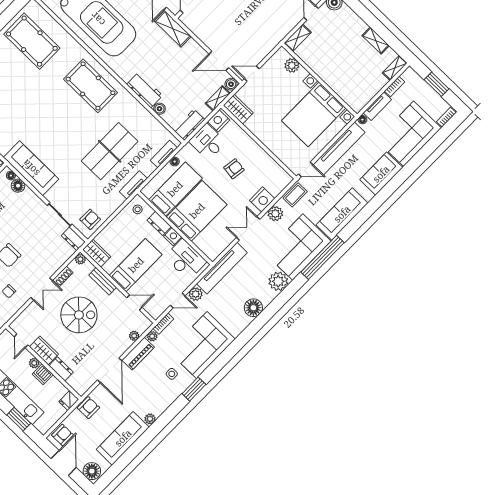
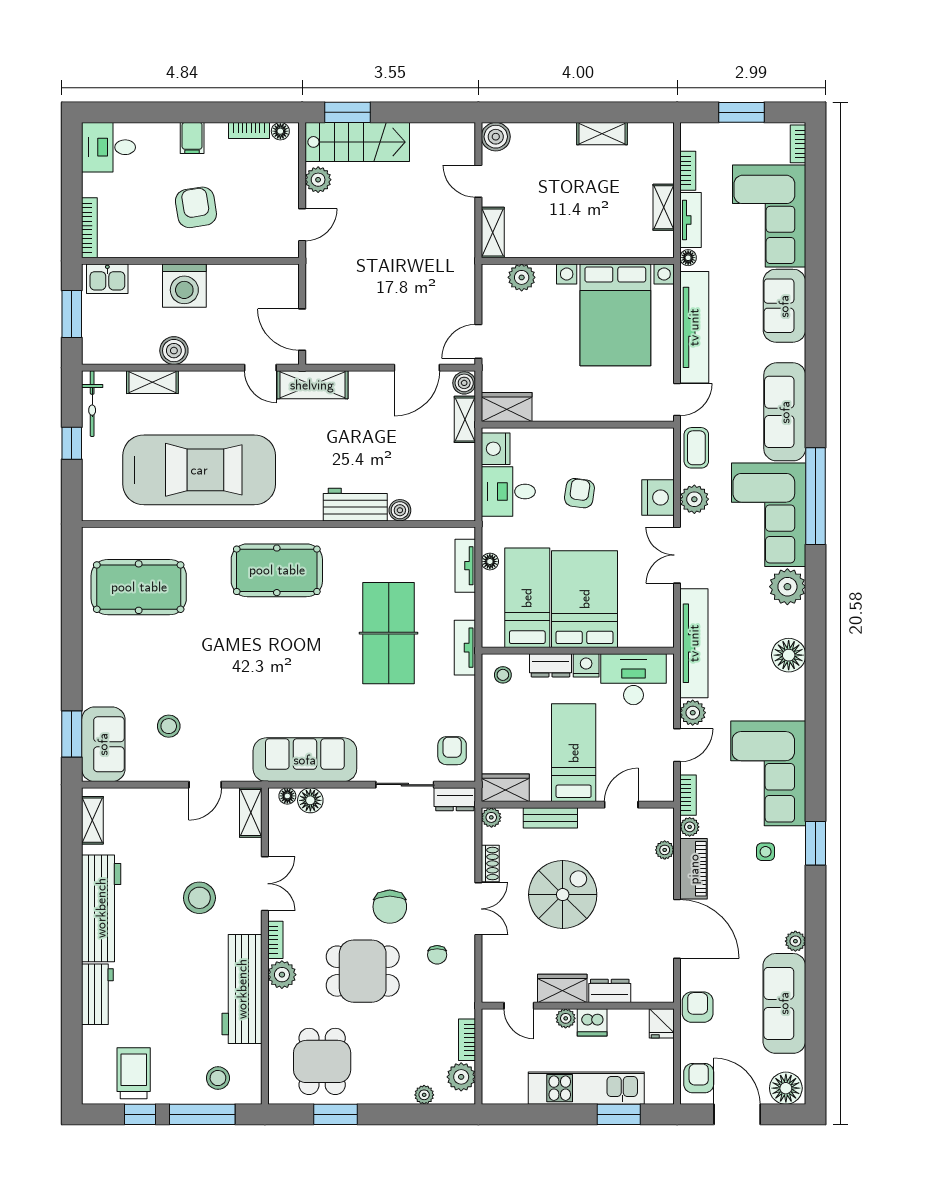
shelving: (395, 68) -> (664, 207), moved
workbench: (189, 125) -> (461, 493), removed

